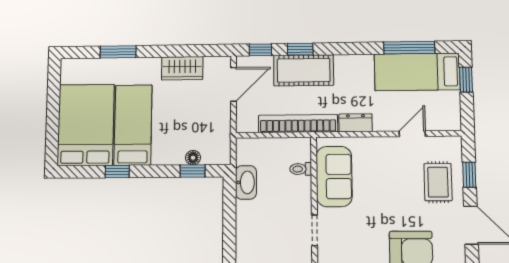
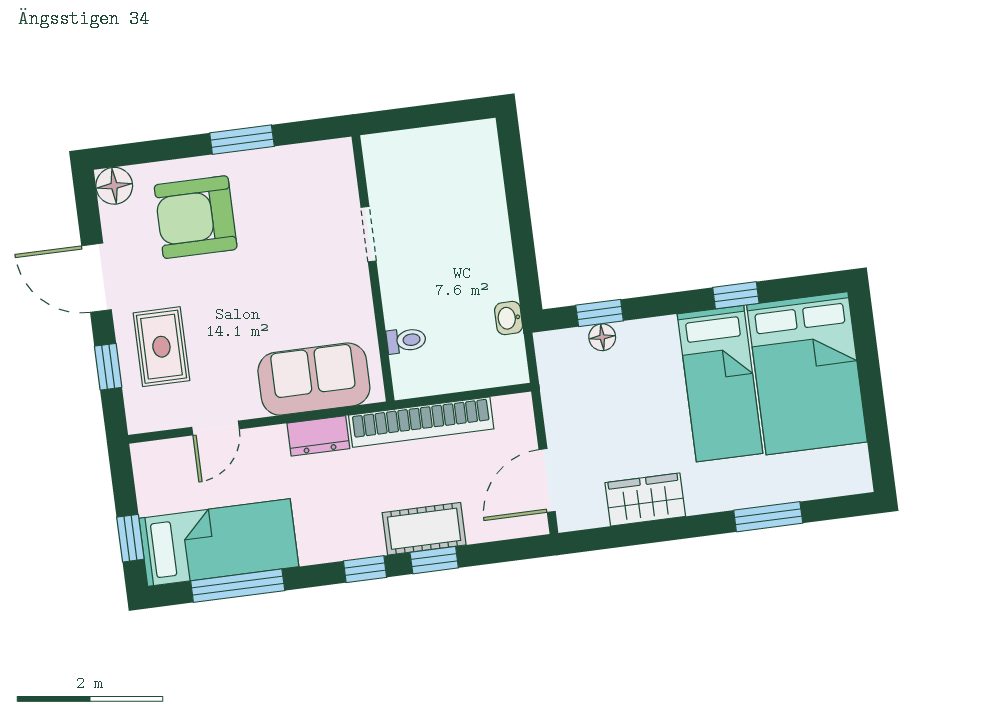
window: (260, 50) -> (365, 569), moved
cot: (304, 70) -> (424, 529), width x0.73, depth x0.75
sofa: (334, 176) -> (314, 379), moved, turned 90
washbasin: (246, 182) -> (509, 318), width x0.52, depth x0.69

